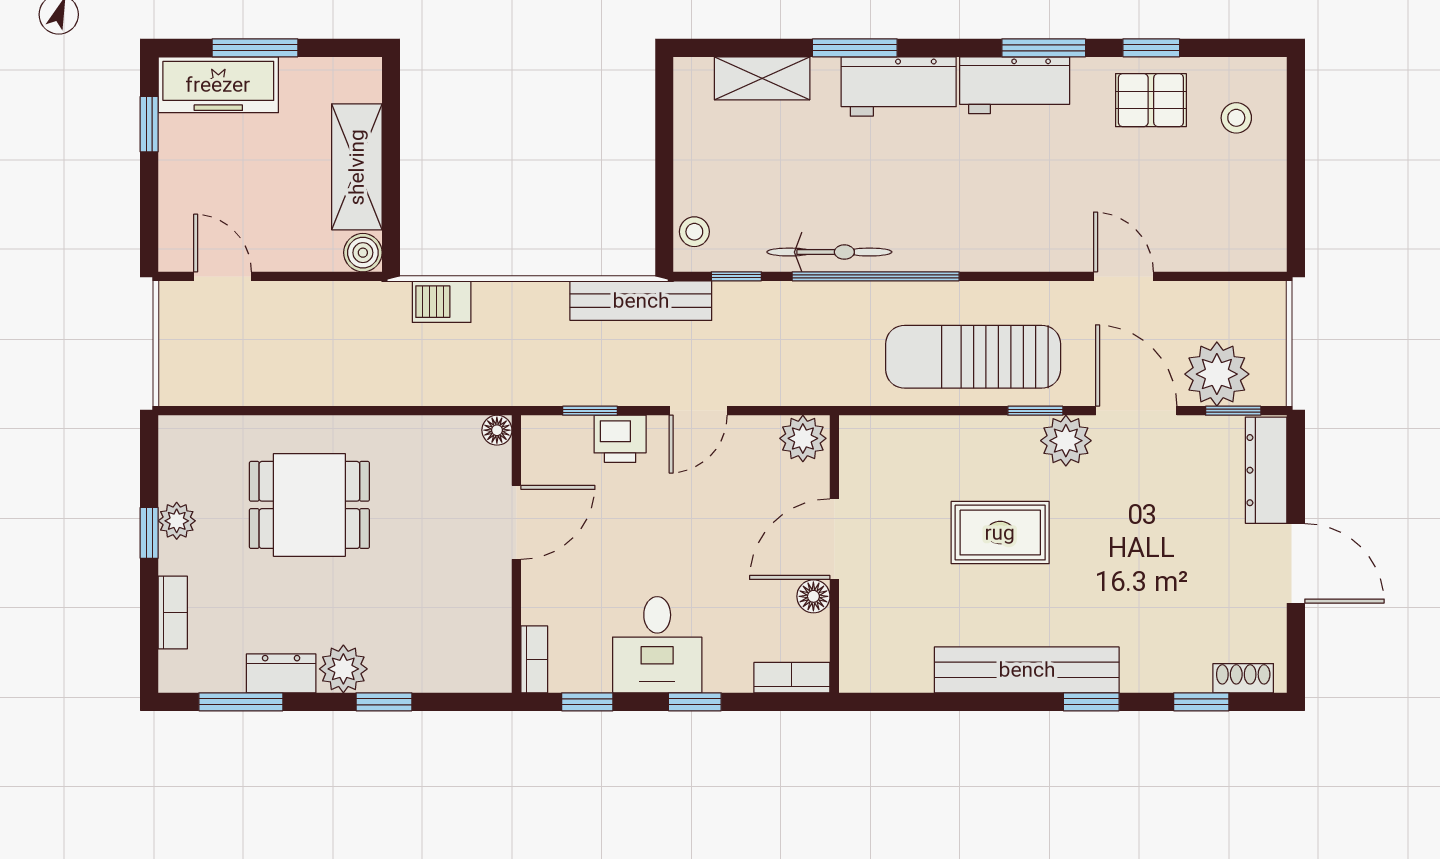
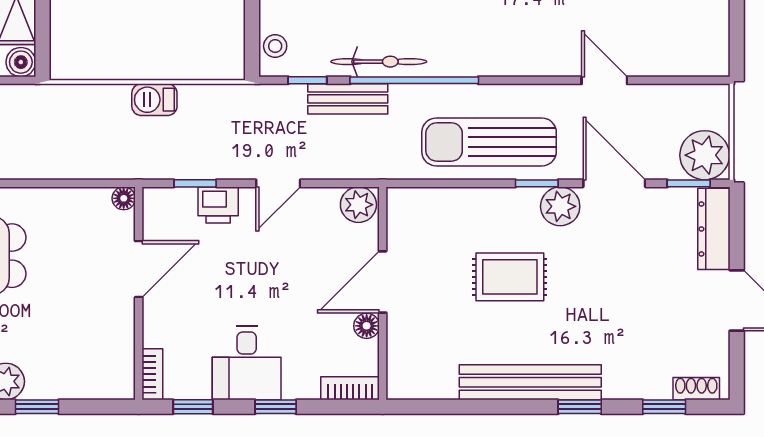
bench: (641, 301) -> (348, 99), moved, width x0.73
barbecue: (442, 302) -> (154, 100), moved
plant: (1217, 374) -> (705, 155), moved

